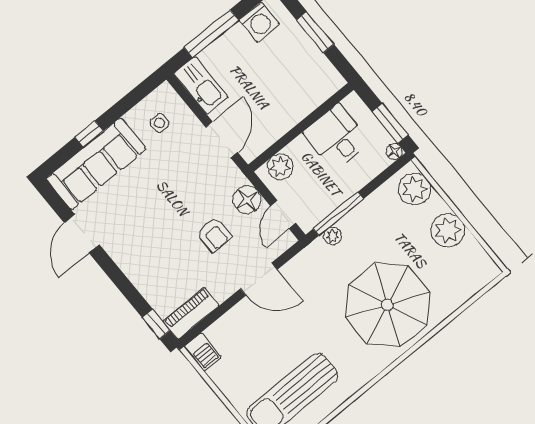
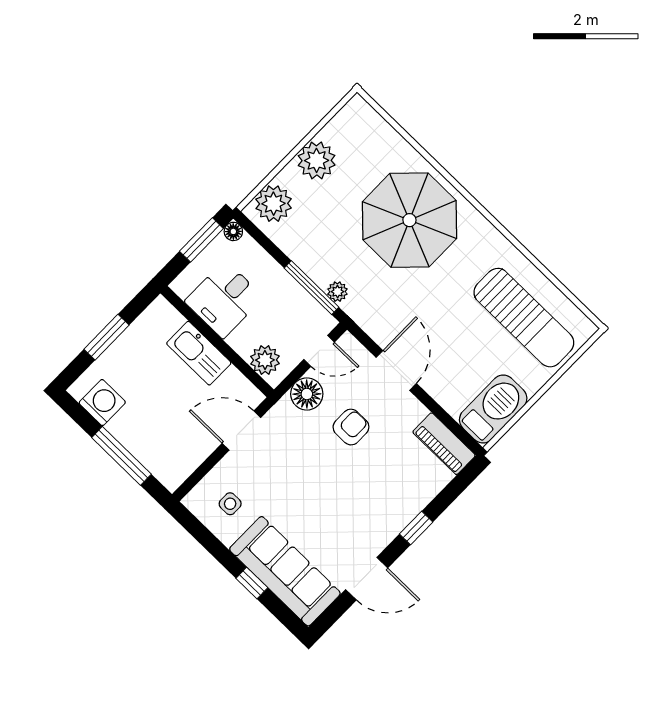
kitchen sink: (201, 85) -> (199, 353), moved, turned -90
window: (156, 324) -> (416, 528), moved
barbecue: (203, 352) -> (493, 409), width x1.88, depth x1.53

